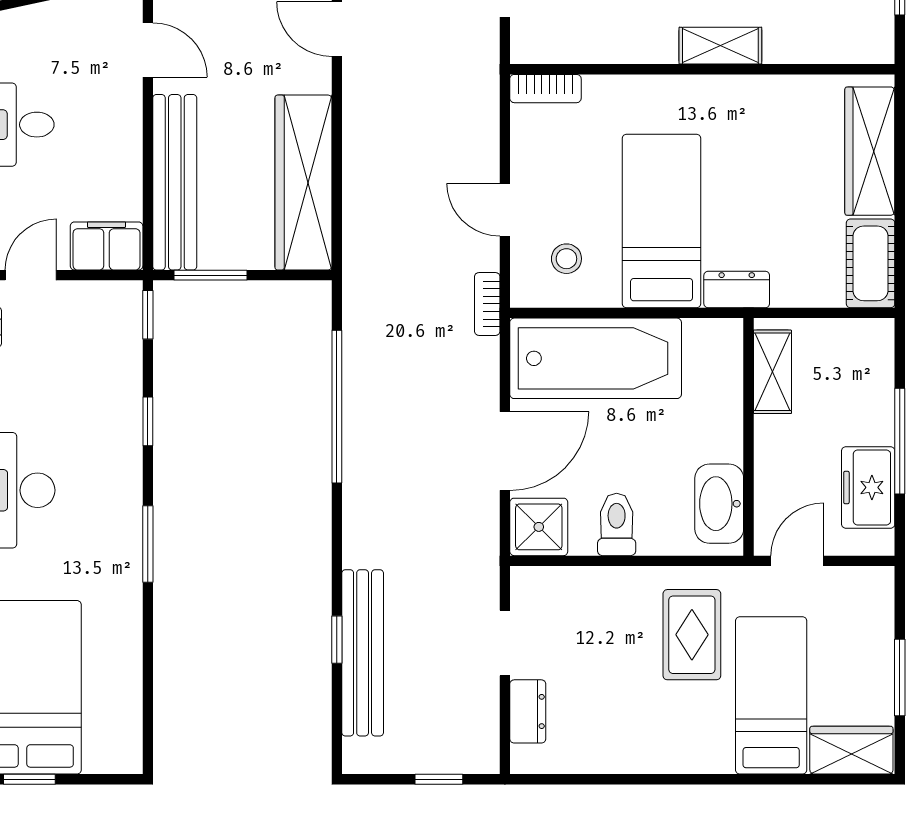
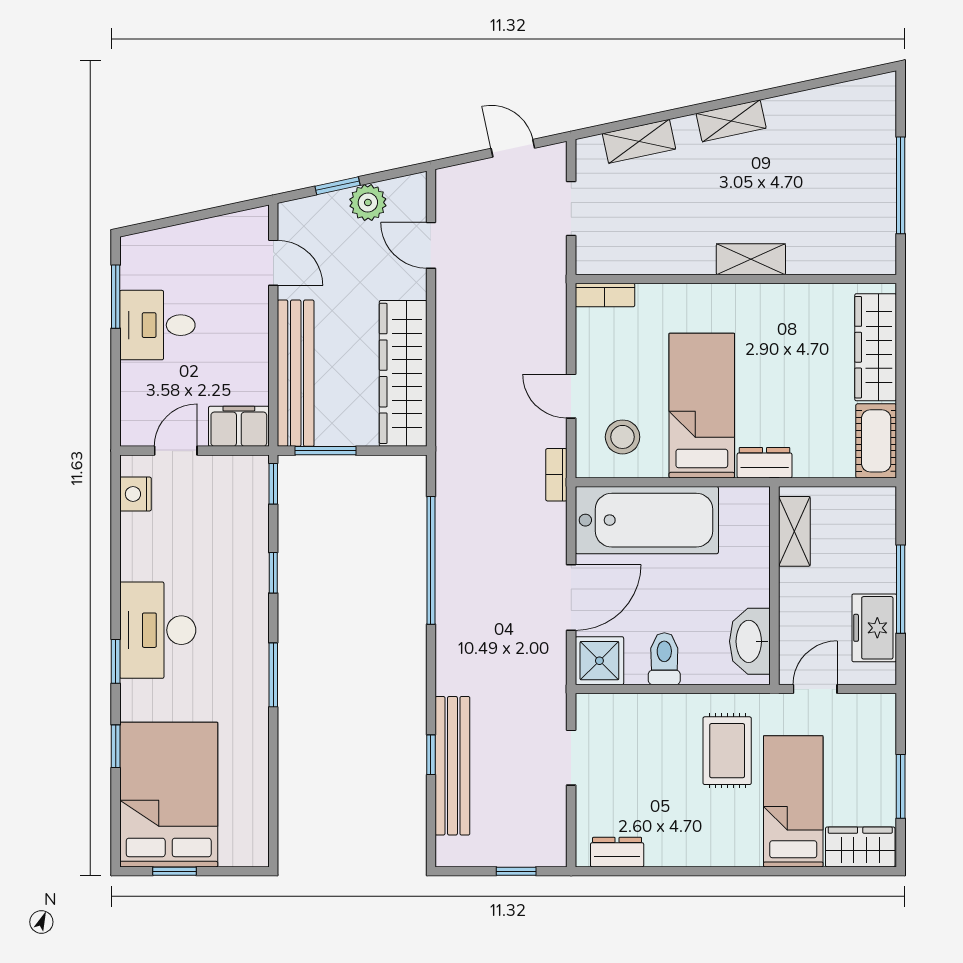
stool: (566, 259) -> (623, 437), width x1.37, depth x1.37
dresser: (528, 711) -> (617, 852), moved, turned -90

